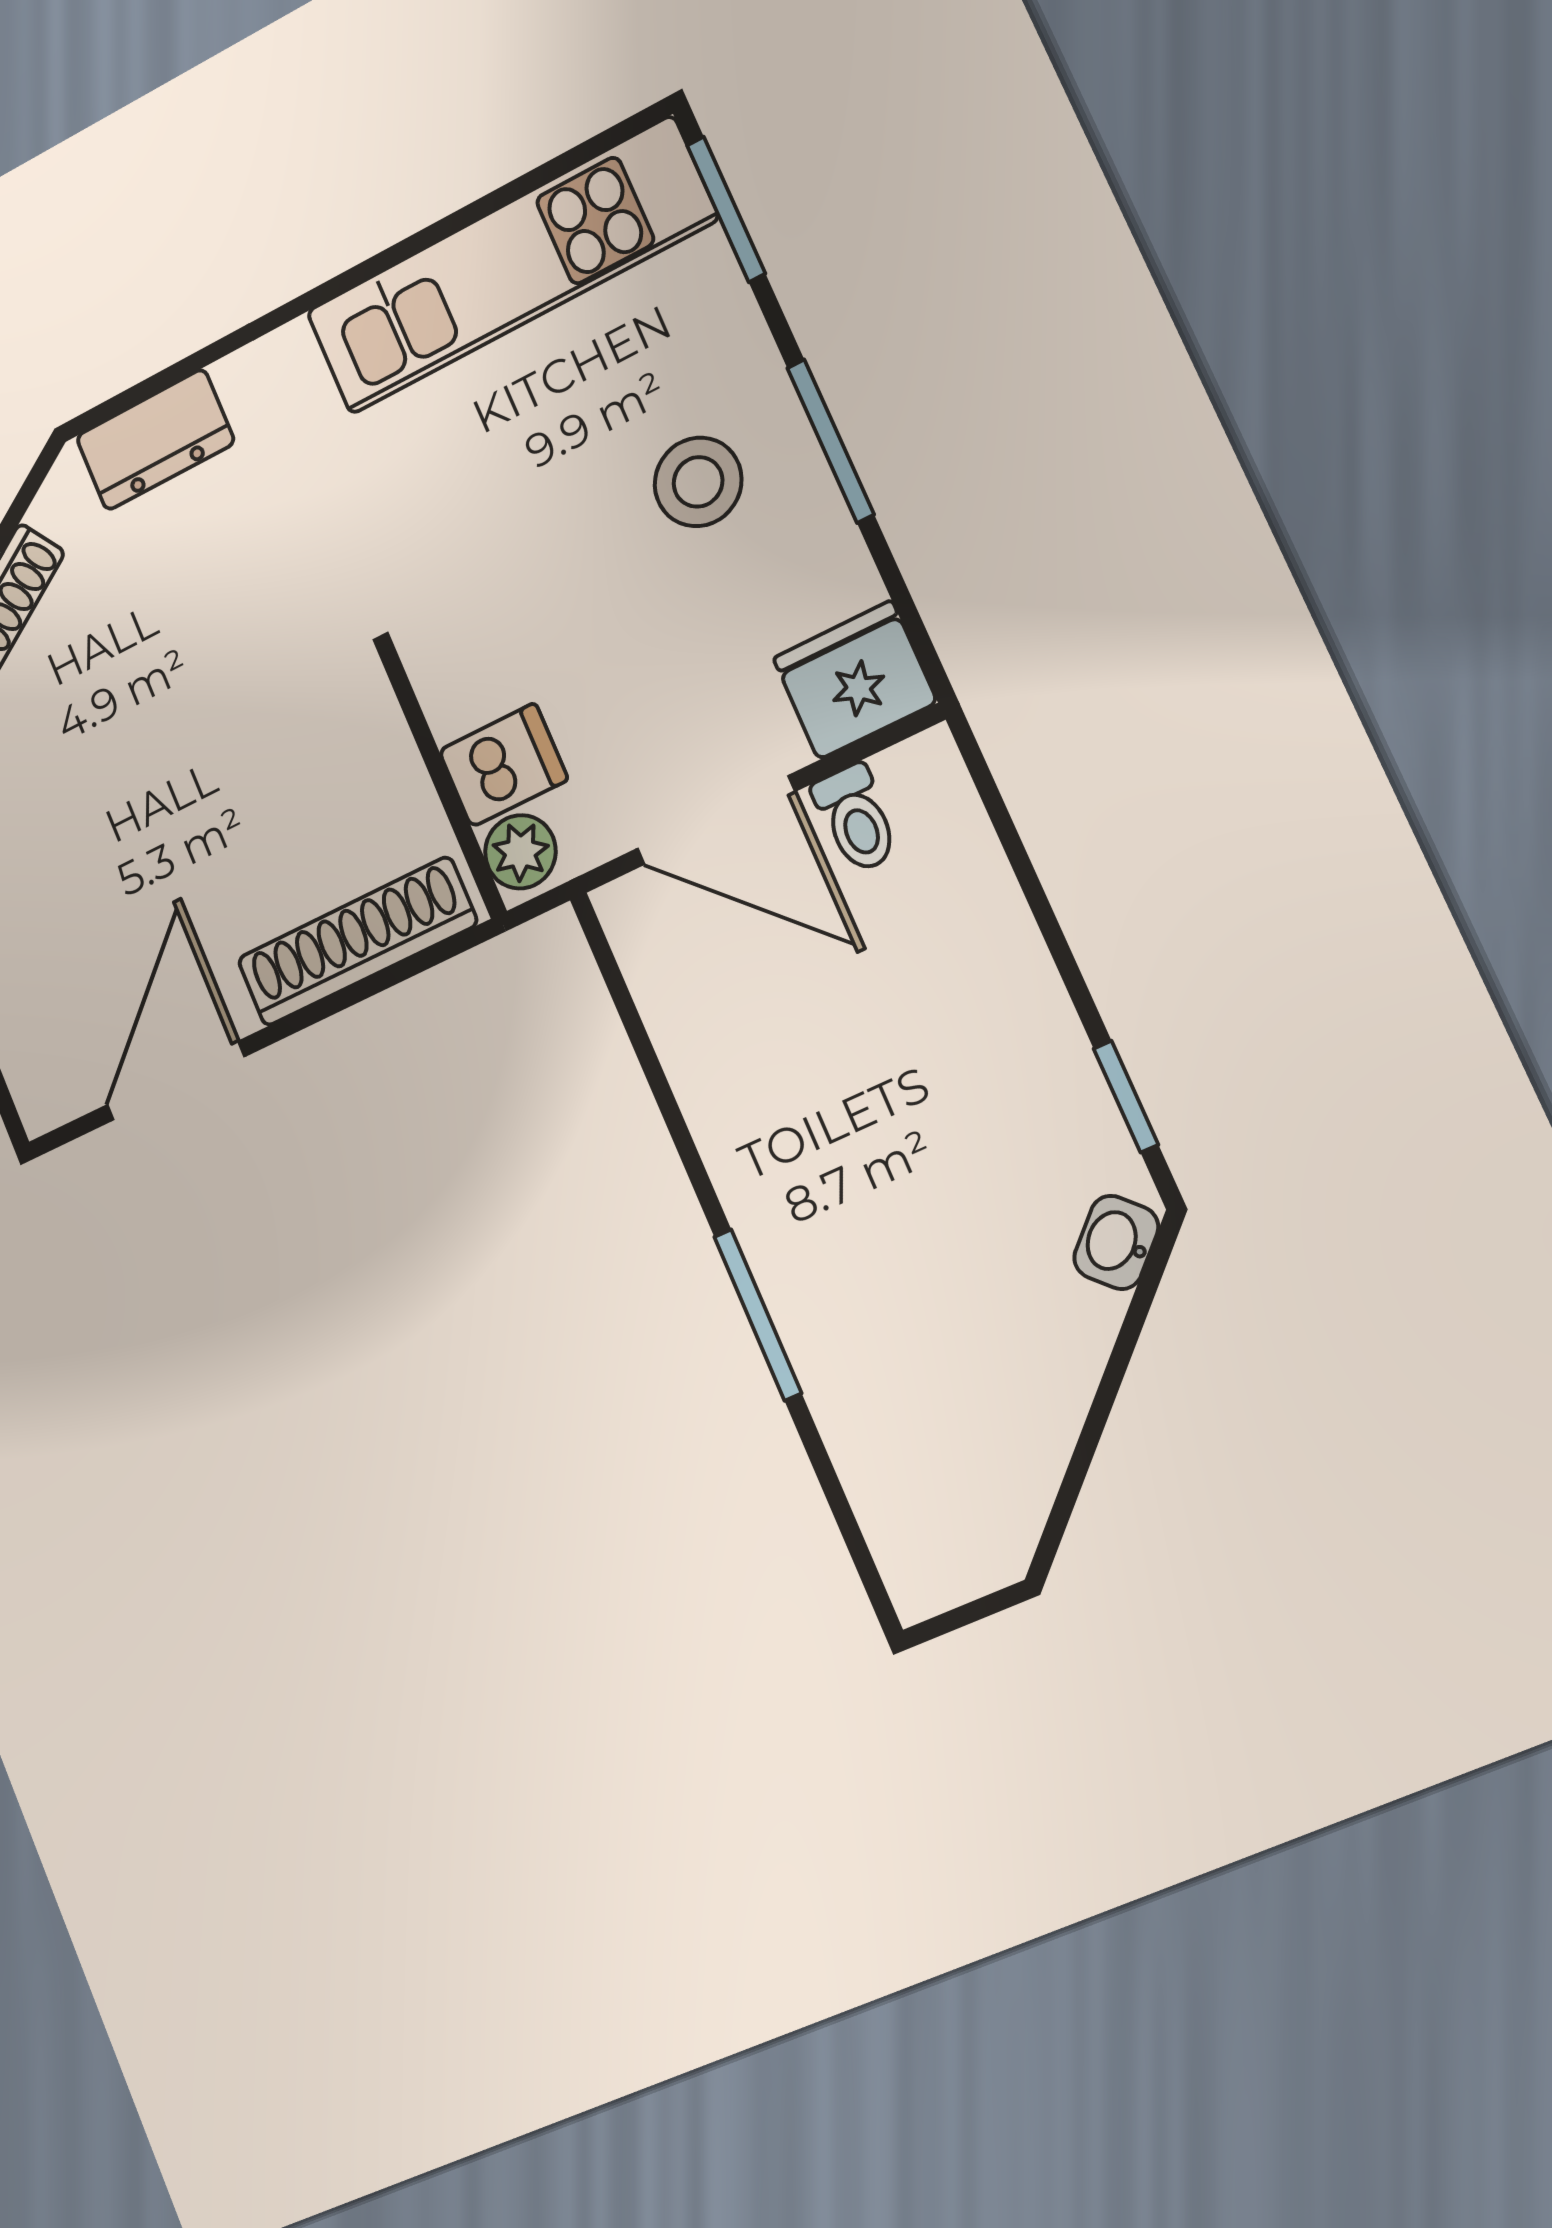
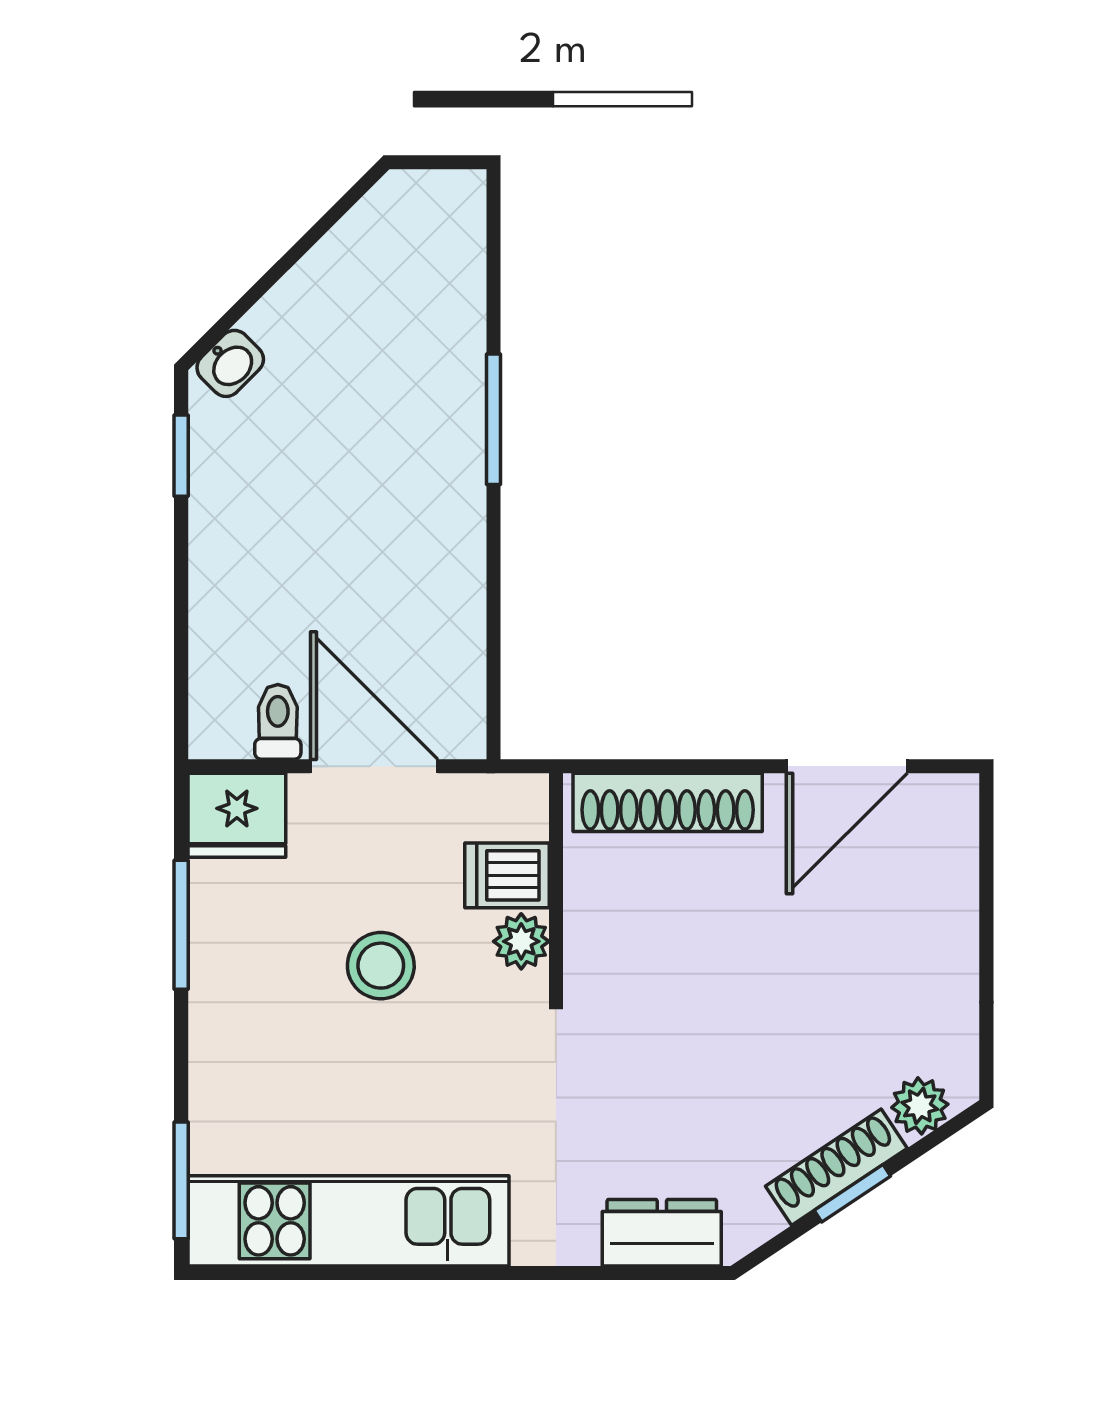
window: (831, 441) -> (181, 925), moved
stool: (698, 482) -> (381, 966), moved
plant: (520, 852) -> (521, 941), moved

